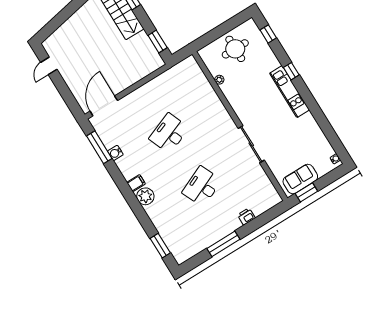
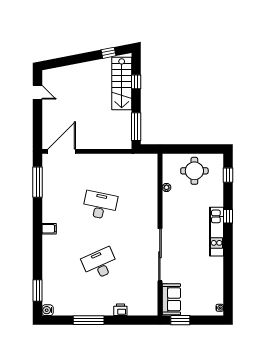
window: (158, 42) -> (136, 127), width x1.44
door: (49, 66) -> (38, 92), swing flipped
desk: (169, 133) -> (100, 205), turned 33
sliding door: (251, 144) -> (160, 255), width x1.36
water cooler: (115, 153) -> (48, 310), moved
sofa: (300, 179) -> (171, 299), moved, turned 90
plant: (145, 196) -> (50, 244), removed

